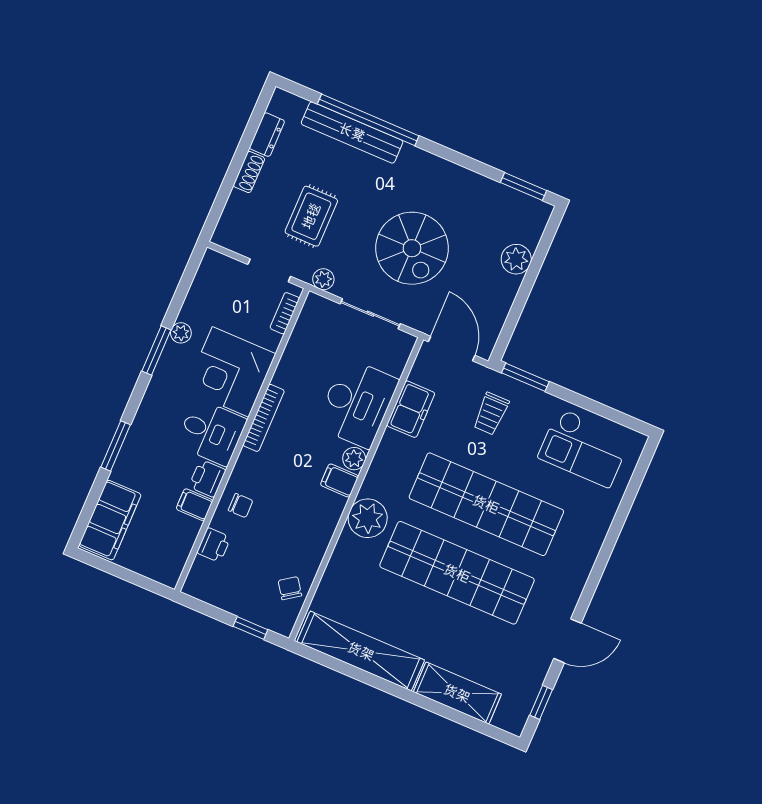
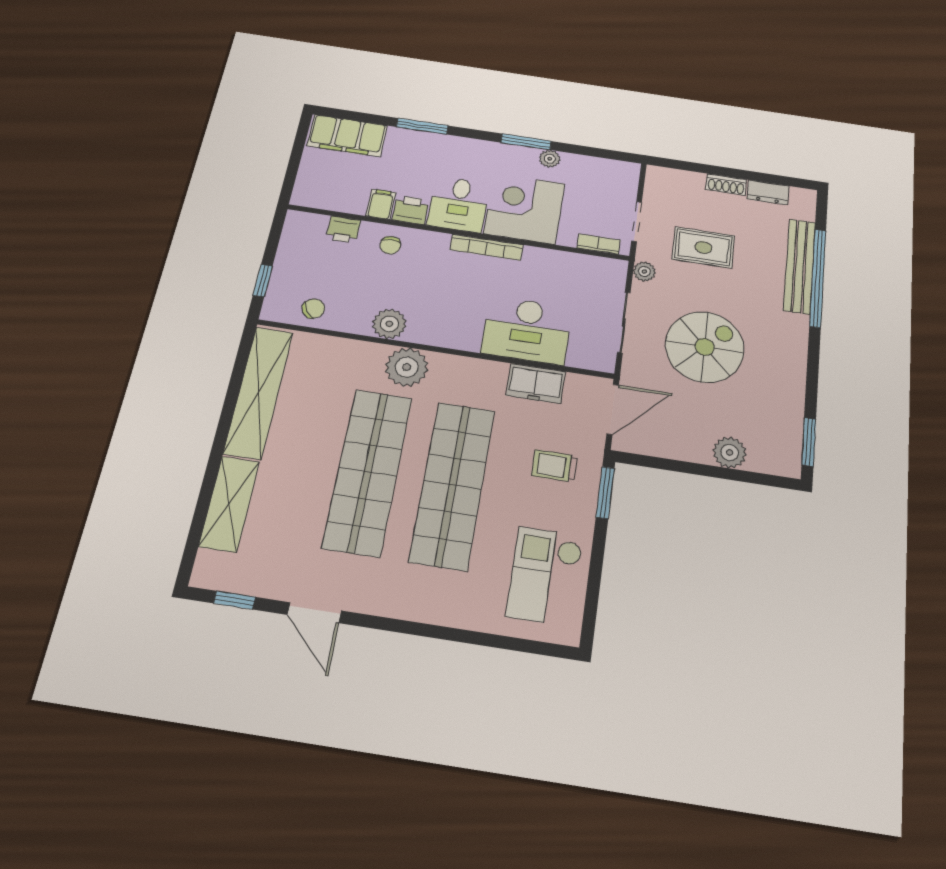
spiral stairs: (412, 248) -> (705, 347), turned 180
plant: (354, 459) -> (389, 324), moved, width x1.38, depth x1.38
filing cabinet: (339, 480) -> (440, 331), removed

